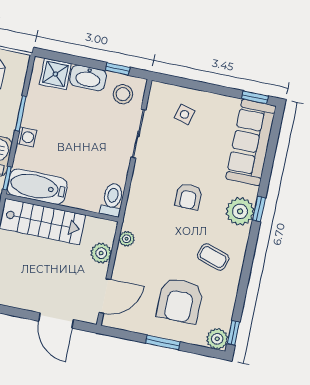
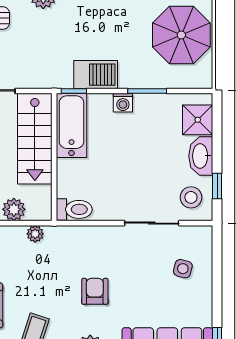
armchair: (188, 196) -> (95, 291), turned 90

